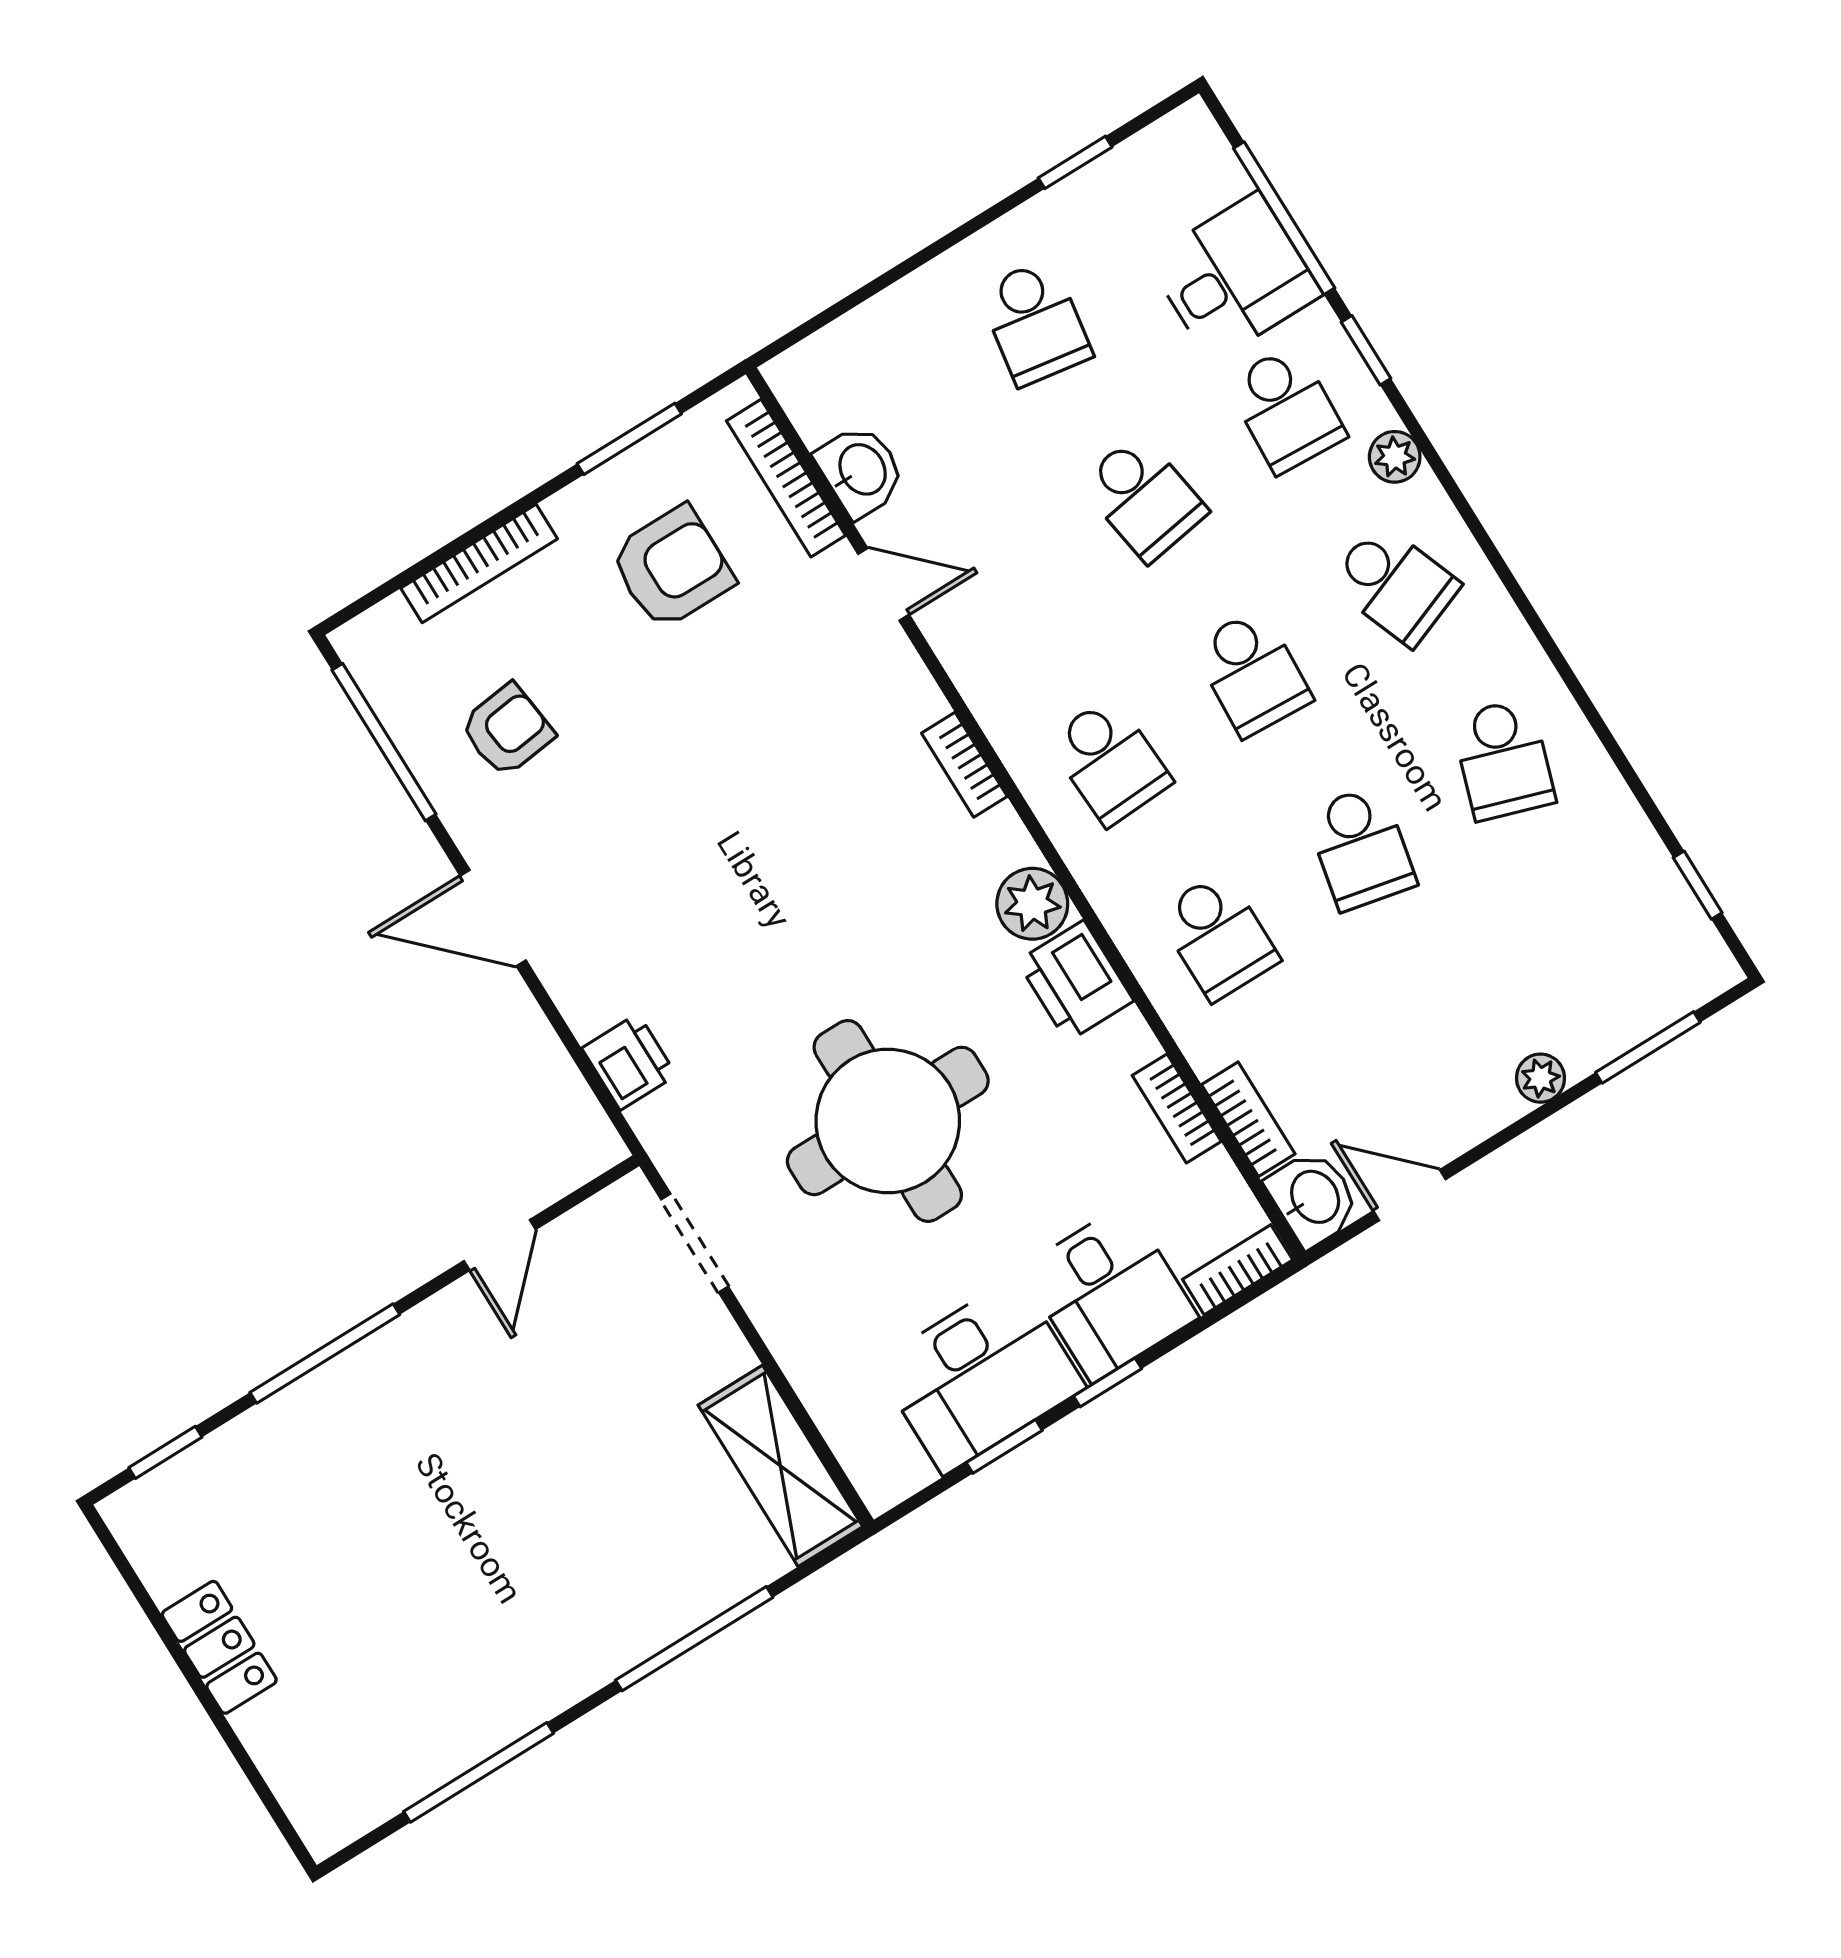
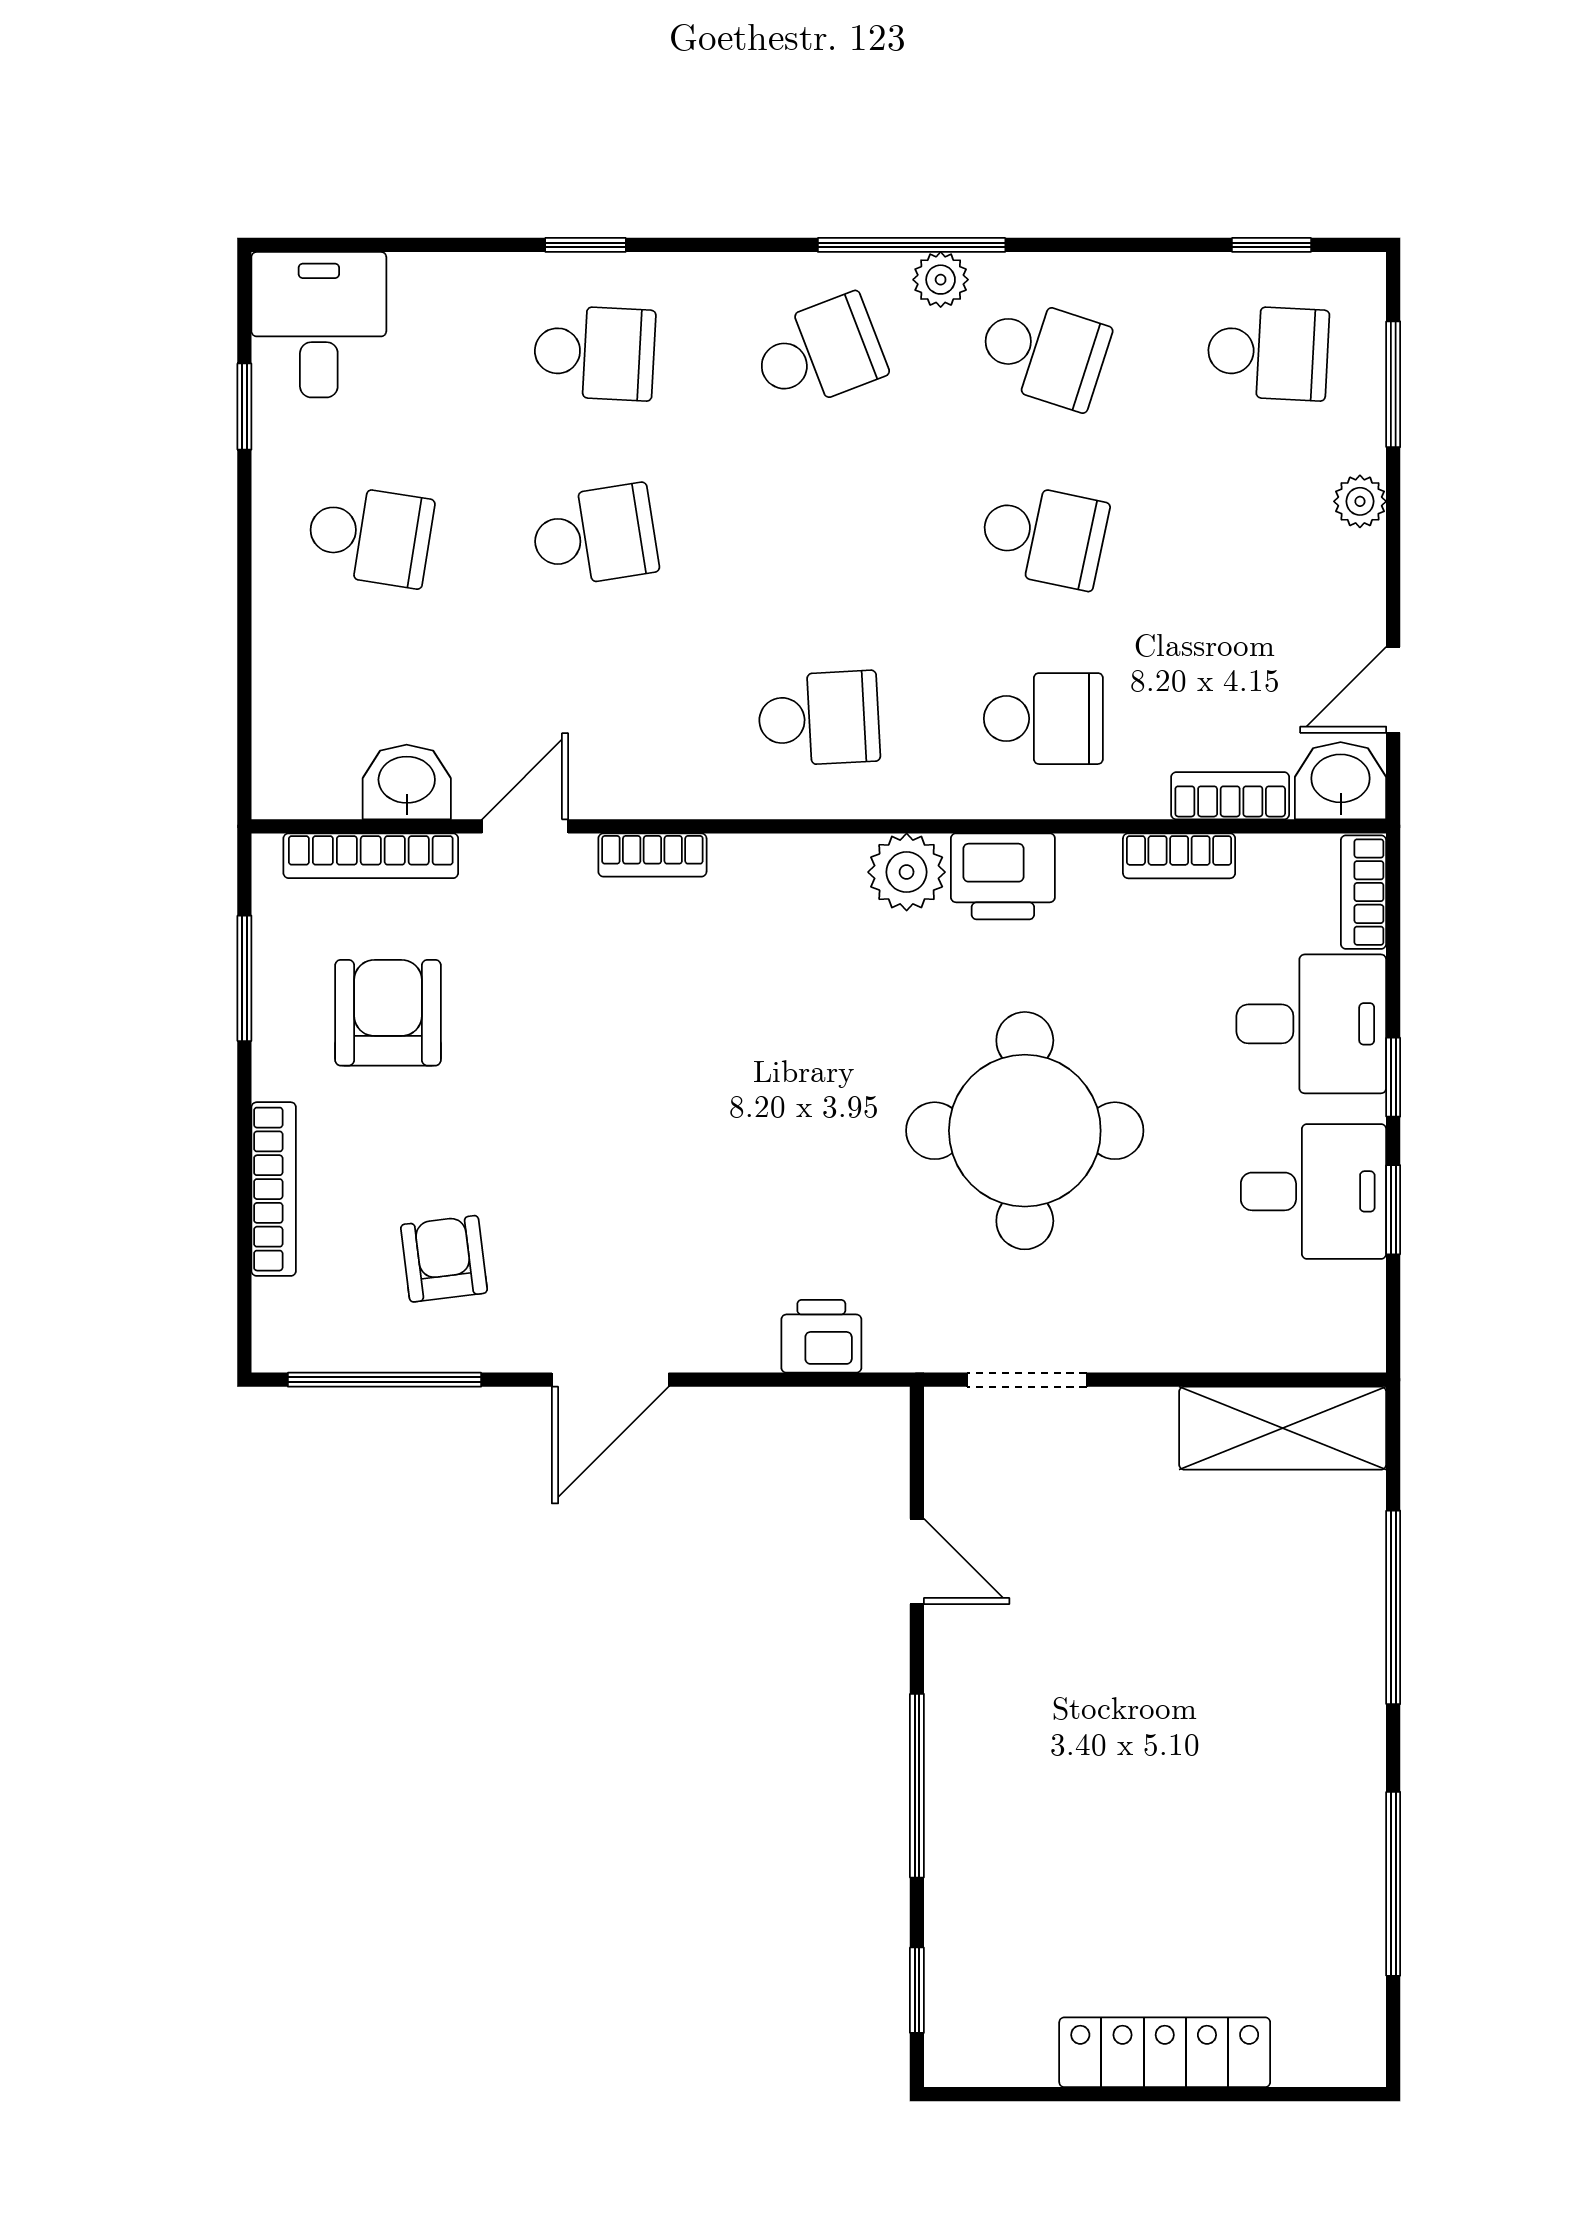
window: (1284, 218) -> (912, 245), moved
desk: (1235, 277) -> (319, 325), moved
plant: (1395, 457) -> (941, 280), moved
school desk: (1252, 673) -> (1268, 353), moved
bookcase: (964, 765) -> (652, 855), moved
desk: (980, 1375) -> (1313, 1191), width x0.73
locker: (219, 1647) -> (1165, 2052), width x1.53

